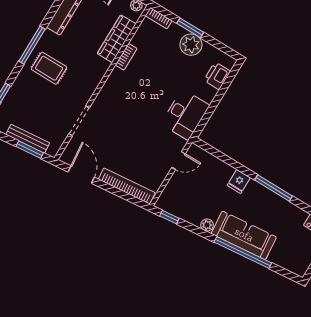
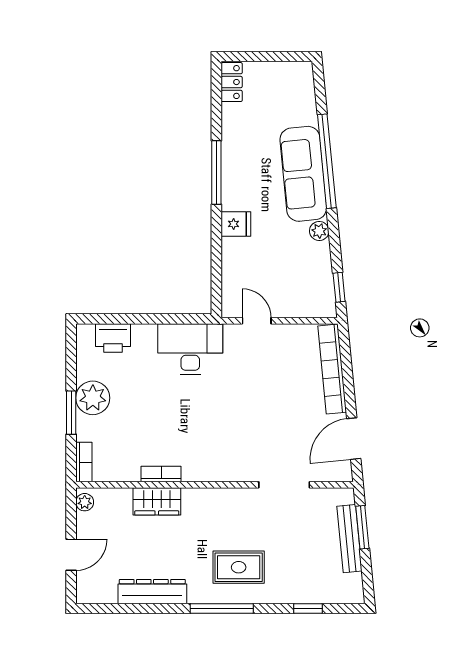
wardrobe: (117, 39) -> (157, 501), width x0.67
rug: (49, 68) -> (239, 567), turned 90

